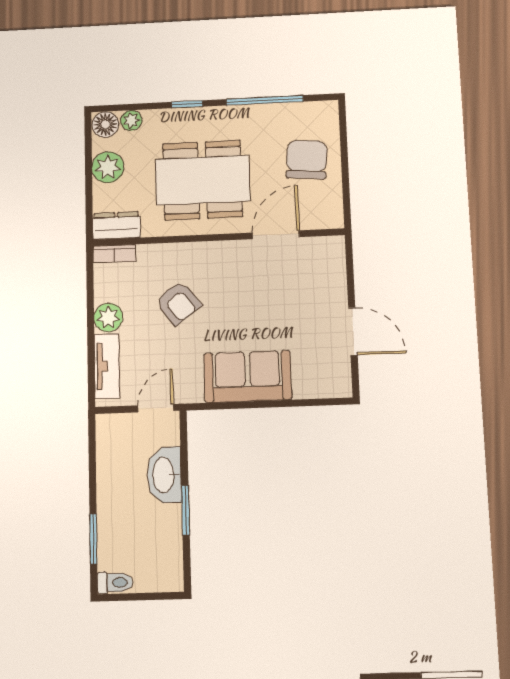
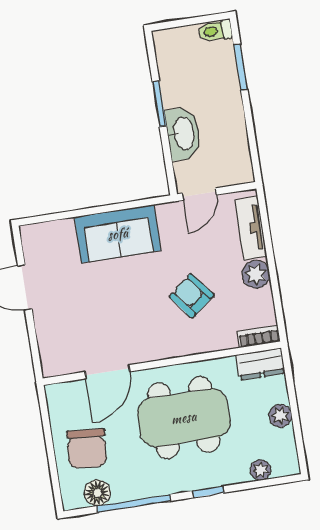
floor lamp: (105, 124) -> (97, 493), moved
plant: (108, 167) -> (280, 416), width x0.73, depth x0.73

